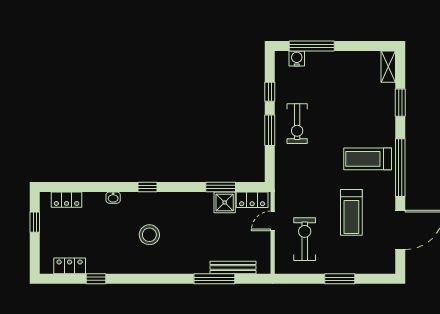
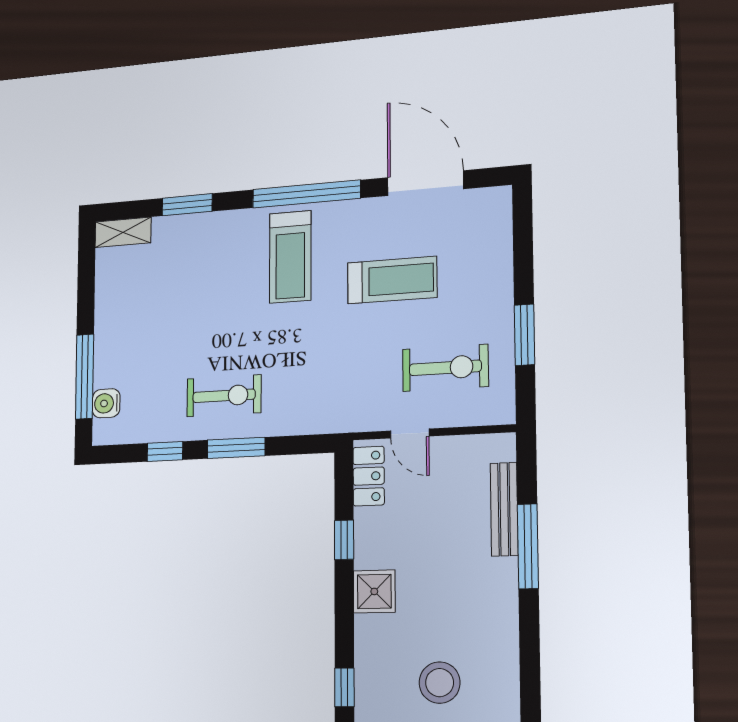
window: (221, 187) -> (344, 540), width x0.67
shower: (225, 202) -> (374, 591), moved
exercise bike: (305, 239) -> (445, 368), turned 180
window: (340, 279) -> (524, 335), moved

